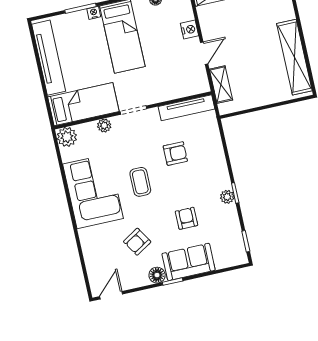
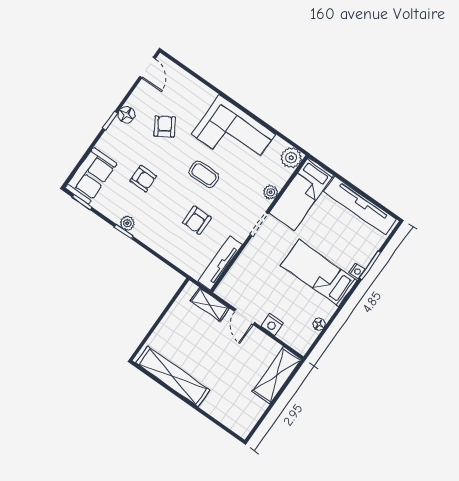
sofa: (189, 262) -> (91, 176), moved

